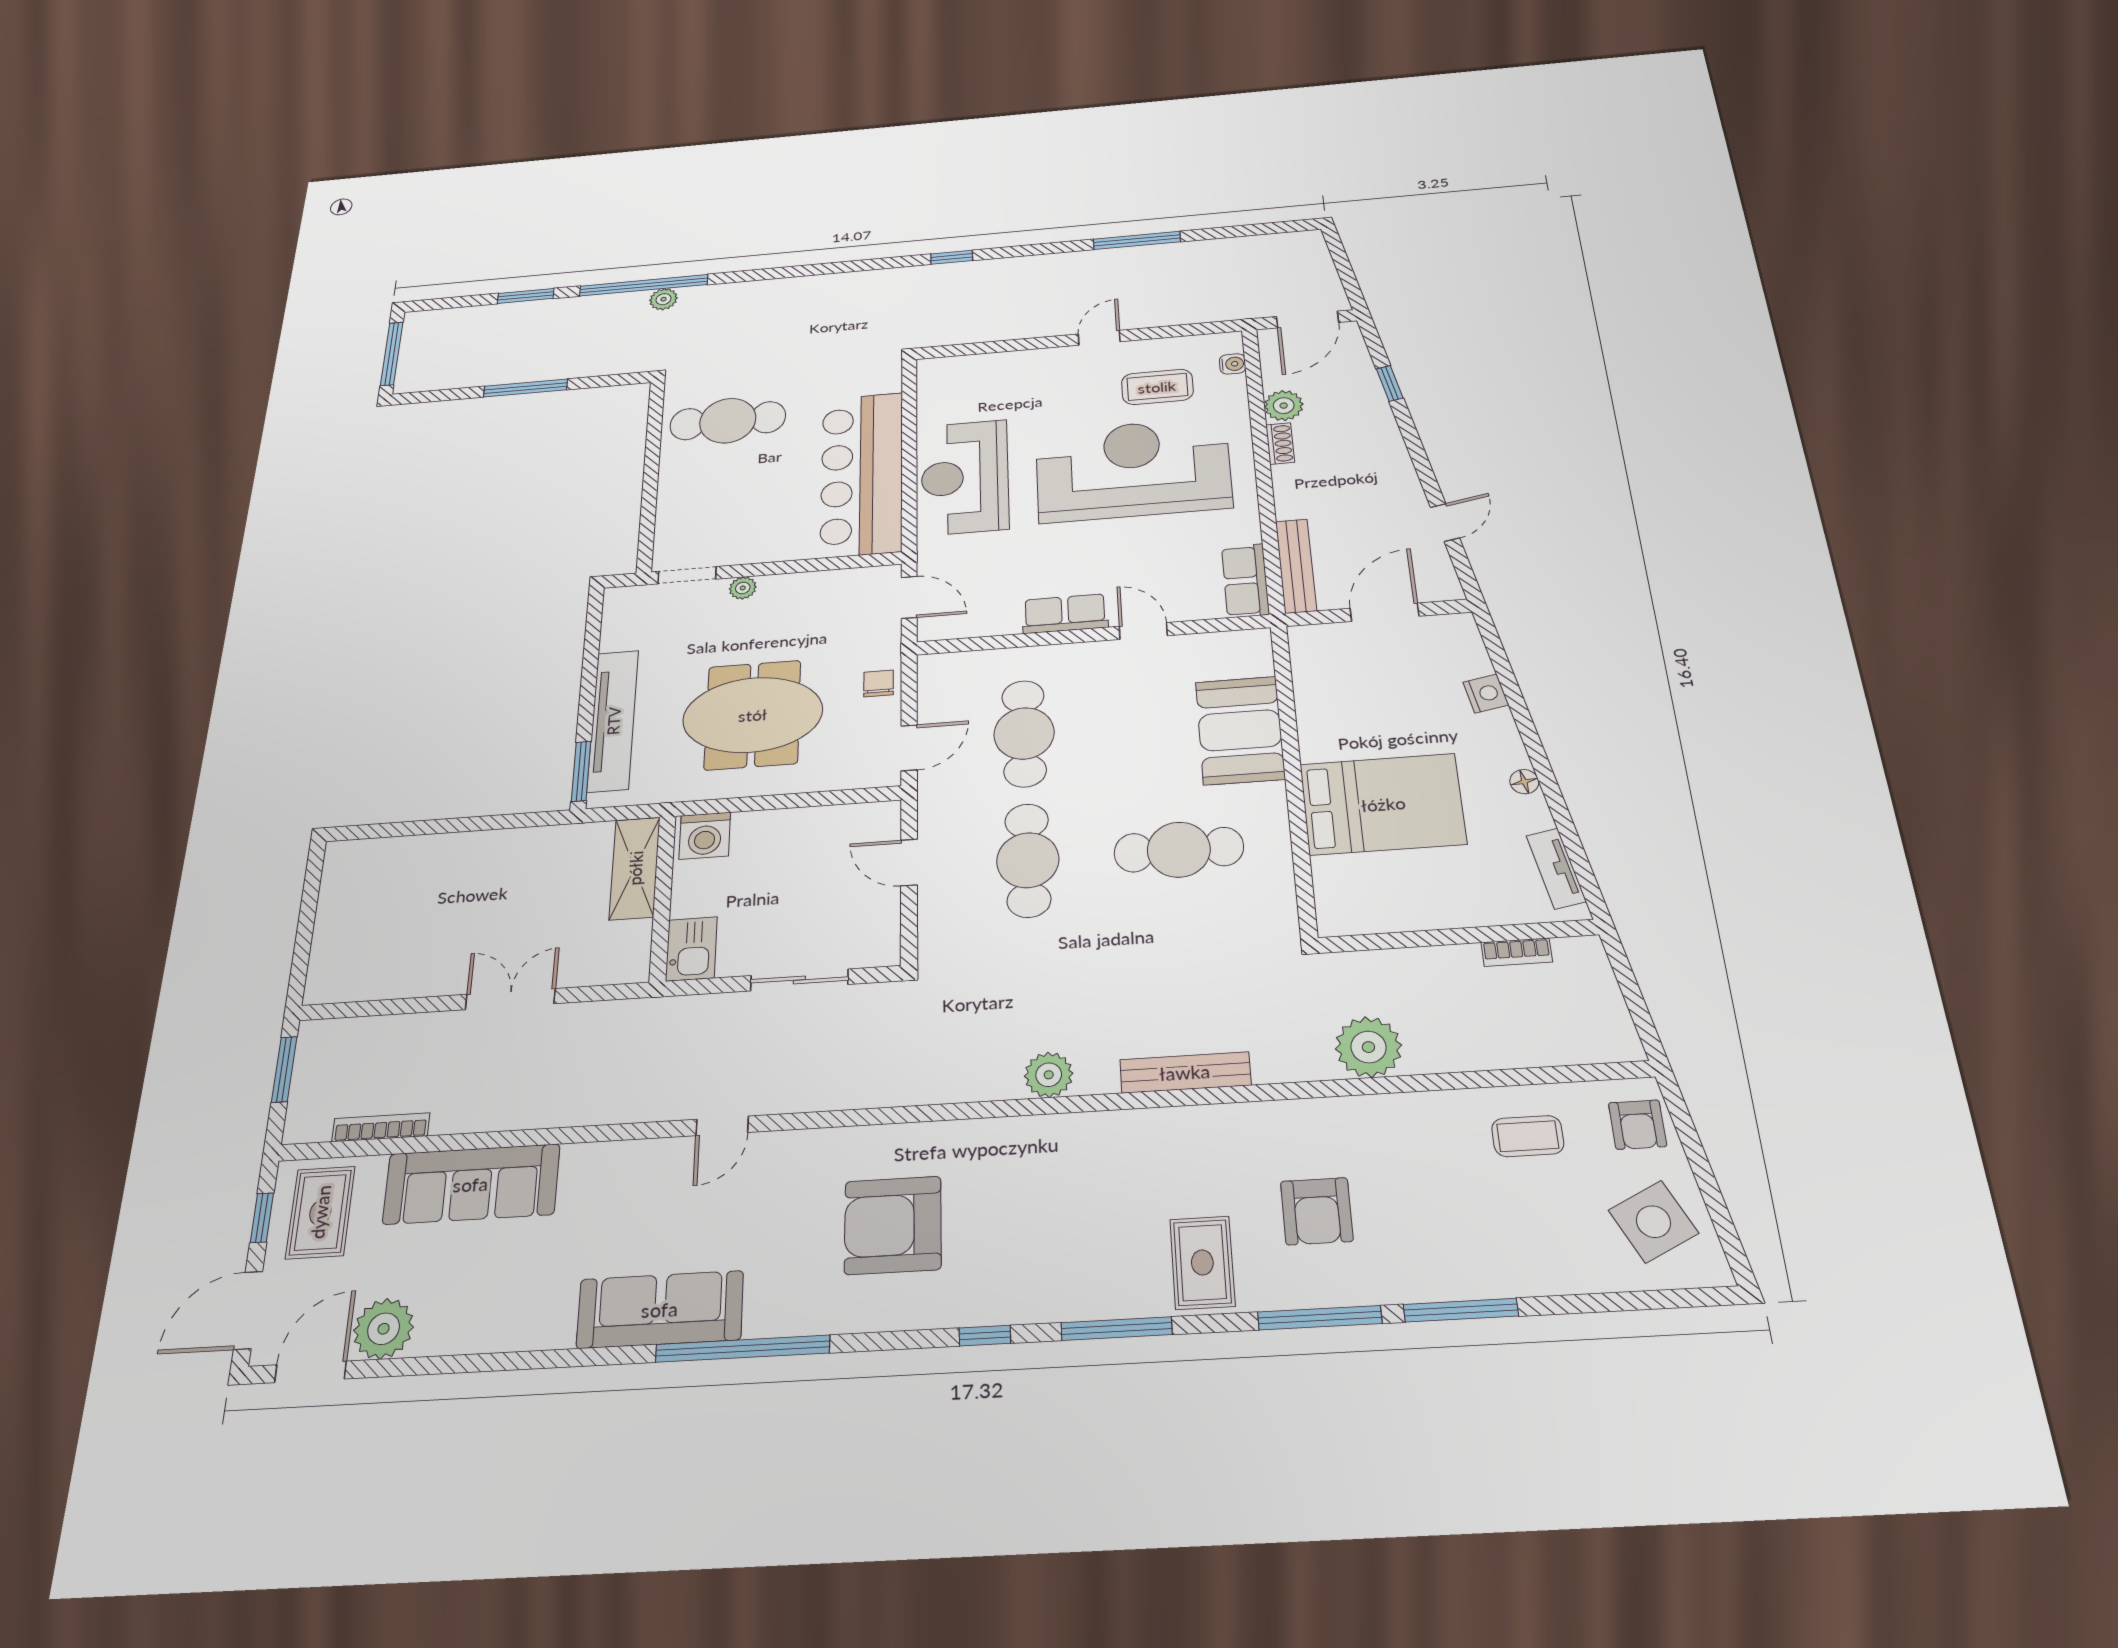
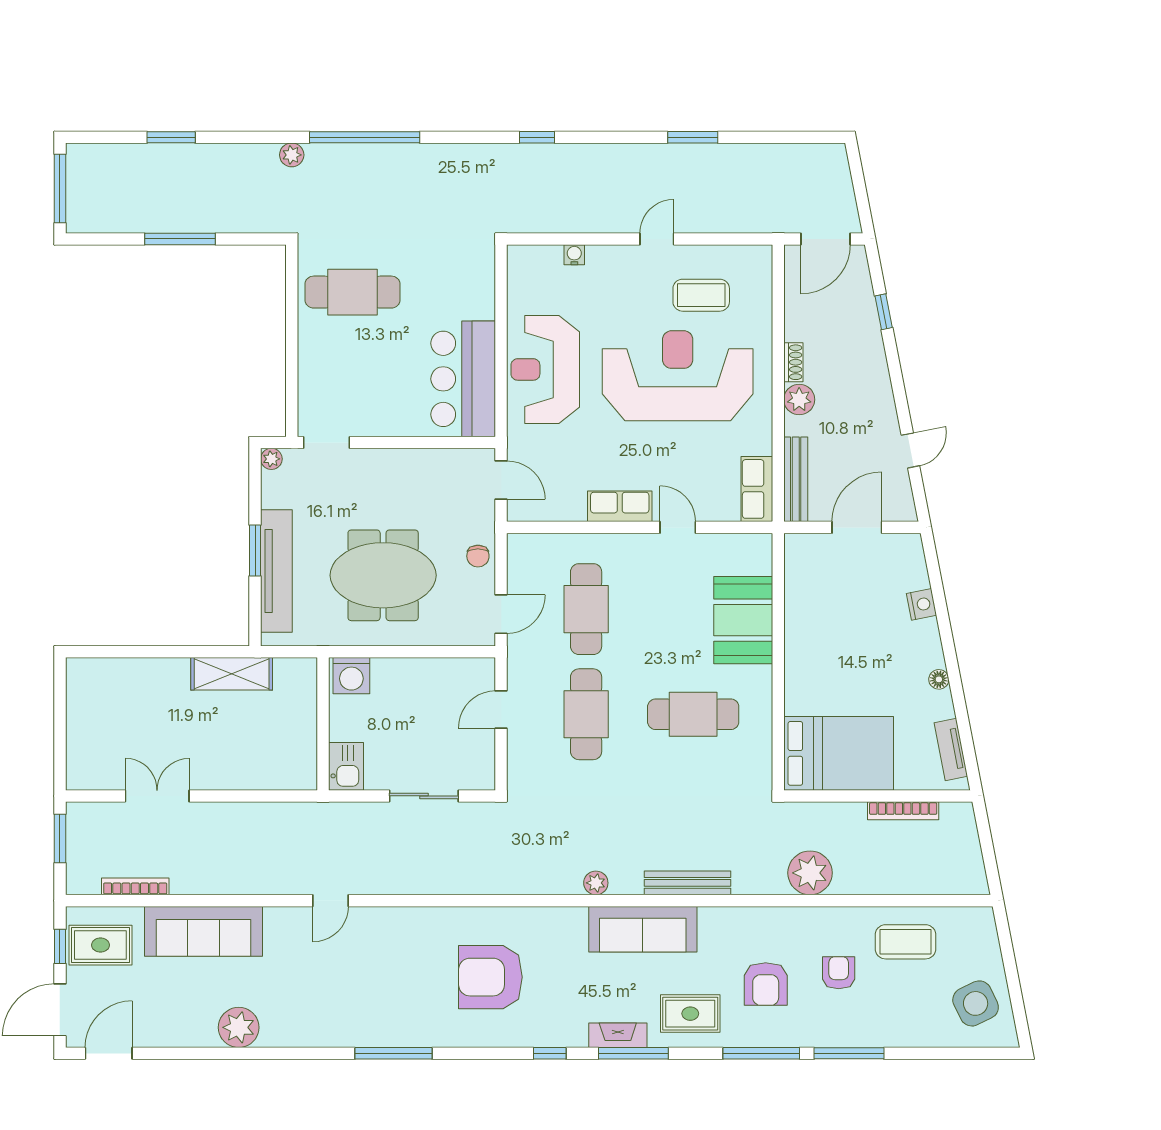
window: (1137, 240) -> (693, 137), width x0.69
window: (644, 285) -> (365, 137), moved
water cooler: (1233, 364) -> (574, 255), moved, turned -90
plant: (1284, 406) -> (799, 400), moved
bar counter: (862, 474) -> (463, 379), width x0.73
plant: (743, 588) -> (271, 459), moved
chair: (879, 683) -> (478, 556), turned 180
window: (581, 771) -> (255, 550), moved
bed: (1383, 804) -> (839, 753), moved
door: (909, 863) -> (501, 710), hinge flipped
shelving: (635, 868) -> (232, 674), moved, turned 90
bookcase: (1517, 952) -> (903, 811), width x1.56
double door: (510, 999) -> (157, 796), moved
plant: (1049, 1075) -> (596, 883), width x0.73, depth x0.73
armchair: (1637, 1125) -> (839, 973), moved, turned 180
door: (722, 1126) -> (330, 901), moved
coffee table: (1528, 1136) -> (905, 942), width x1.36, depth x1.30
rug: (320, 1212) -> (100, 945), turned 90
rug: (1202, 1263) -> (690, 1014), turned 90
fireplace: (1091, 1302) -> (618, 1035), added
sofa: (660, 1309) -> (643, 929), moved, turned 180
plant: (384, 1329) -> (239, 1027), moved
window: (743, 1349) -> (394, 1053), width x0.68

